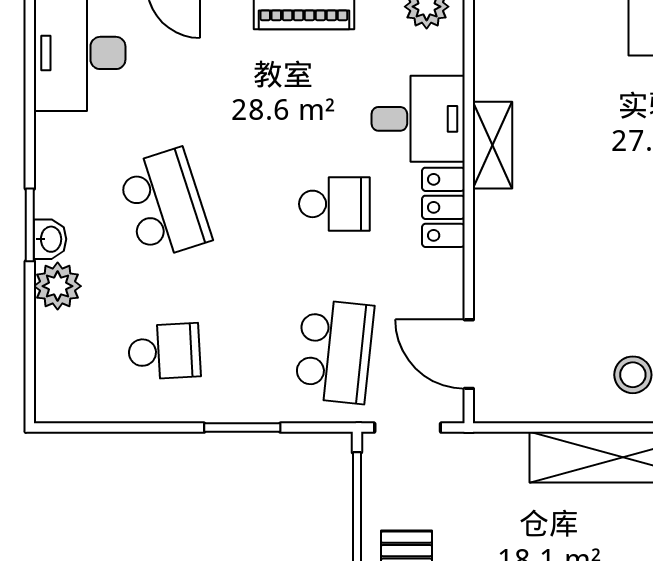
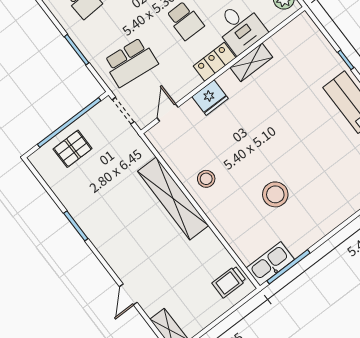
fridge: (499, 262) -> (210, 98), added
door: (469, 354) -> (168, 113), width x0.73

